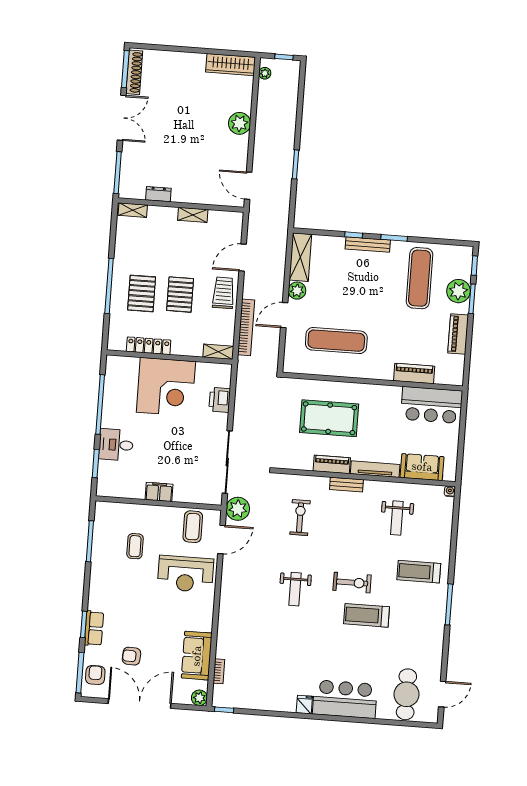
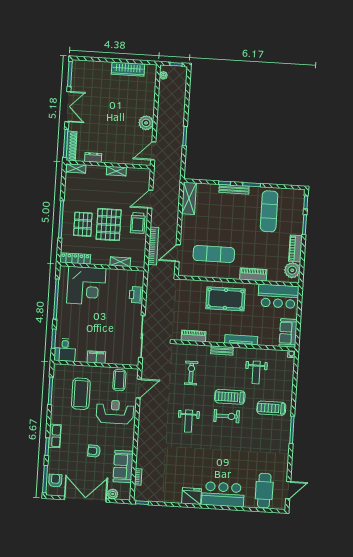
wardrobe: (231, 65) -> (128, 69), moved
shoe rack: (134, 72) -> (72, 146), moved
plant: (239, 123) -> (146, 123), moved
door: (248, 186) -> (153, 151), hinge flipped
plant: (297, 291) -> (187, 221), removed
plant: (458, 291) -> (292, 270), moved
trolley: (223, 293) -> (138, 223), turned 180
pallet: (180, 295) -> (109, 225), width x1.37, depth x1.41
door: (284, 315) -> (178, 253), moved
locker: (149, 346) -> (75, 258), moved
shelving: (218, 352) -> (120, 262), moved
piano: (414, 373) -> (253, 274), moved
corner desk: (166, 387) -> (86, 286), moved
pool table: (329, 418) -> (225, 299), moved
desk: (116, 445) -> (65, 350), moved, turned -90
piano: (332, 464) -> (194, 336), moved
sofa: (422, 467) -> (288, 333), moved, turned -90
plant: (238, 509) -> (149, 368), removed
coffee table: (135, 546) -> (81, 394), width x1.86, depth x1.72
reception desk: (186, 574) -> (115, 412), turned 180
treadmill: (367, 615) -> (230, 397), moved
row of seats: (94, 628) -> (55, 436), moved
armchair: (131, 656) -> (94, 451), moved
plant: (199, 698) -> (113, 494), moved
fridge: (304, 705) -> (191, 496), width x1.88, depth x1.34

